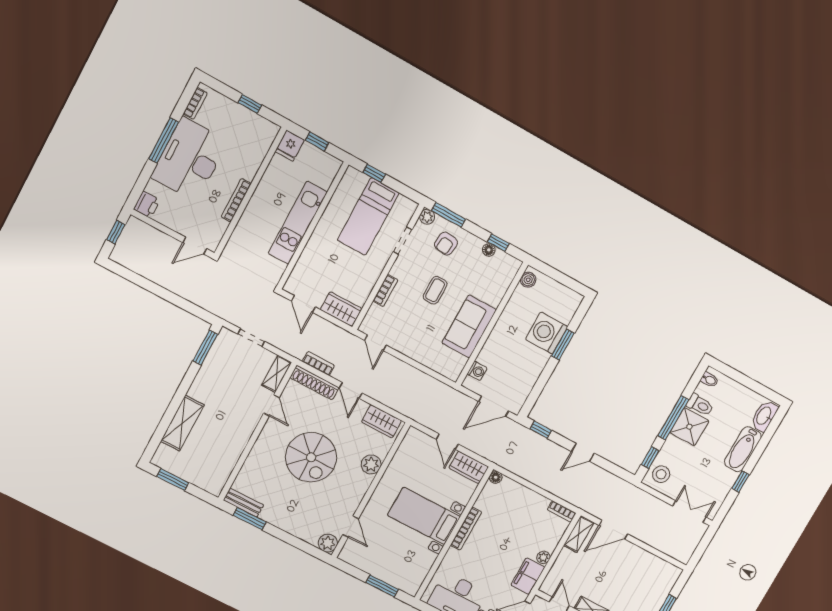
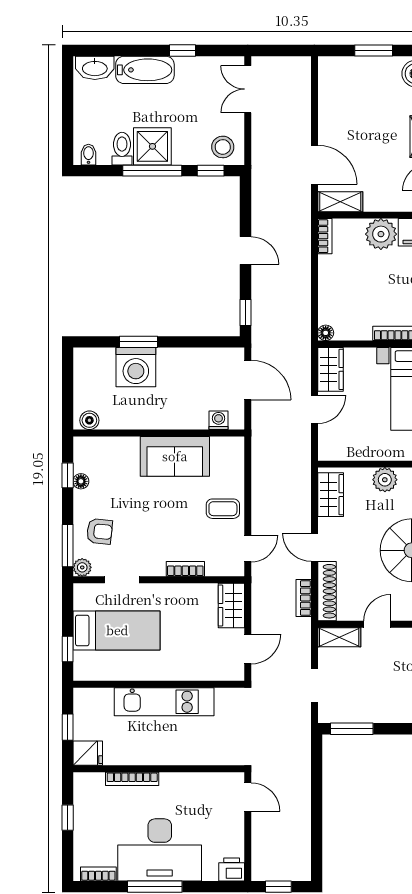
bookcase: (236, 200) -> (132, 779), moved
coffee table: (435, 290) -> (223, 509), moved
door: (351, 390) -> (314, 547), swing flipped
plant: (543, 557) -> (381, 234), width x1.87, depth x1.87

